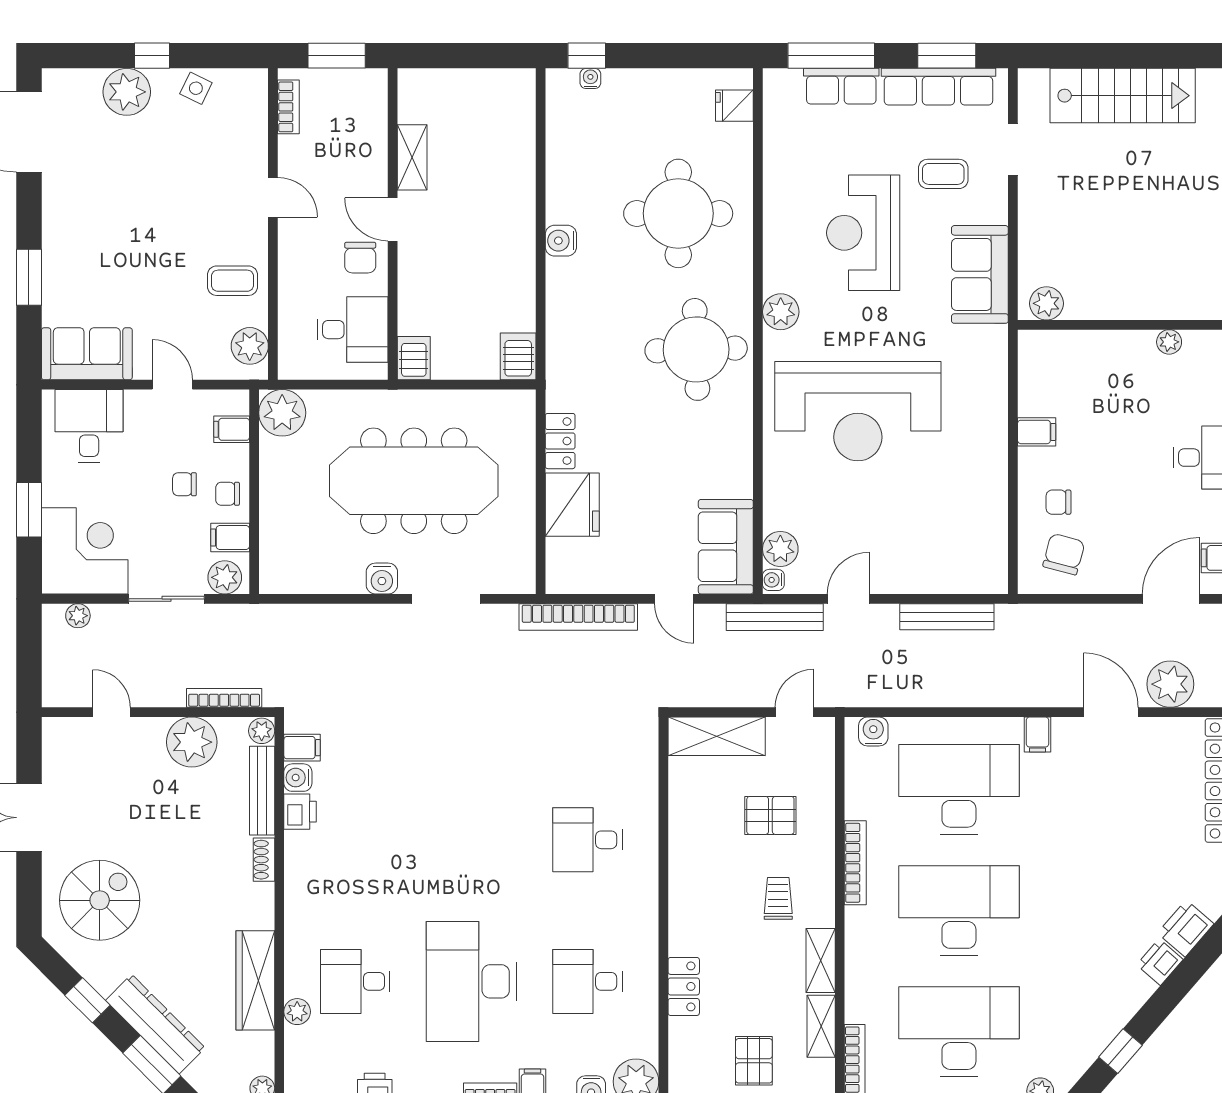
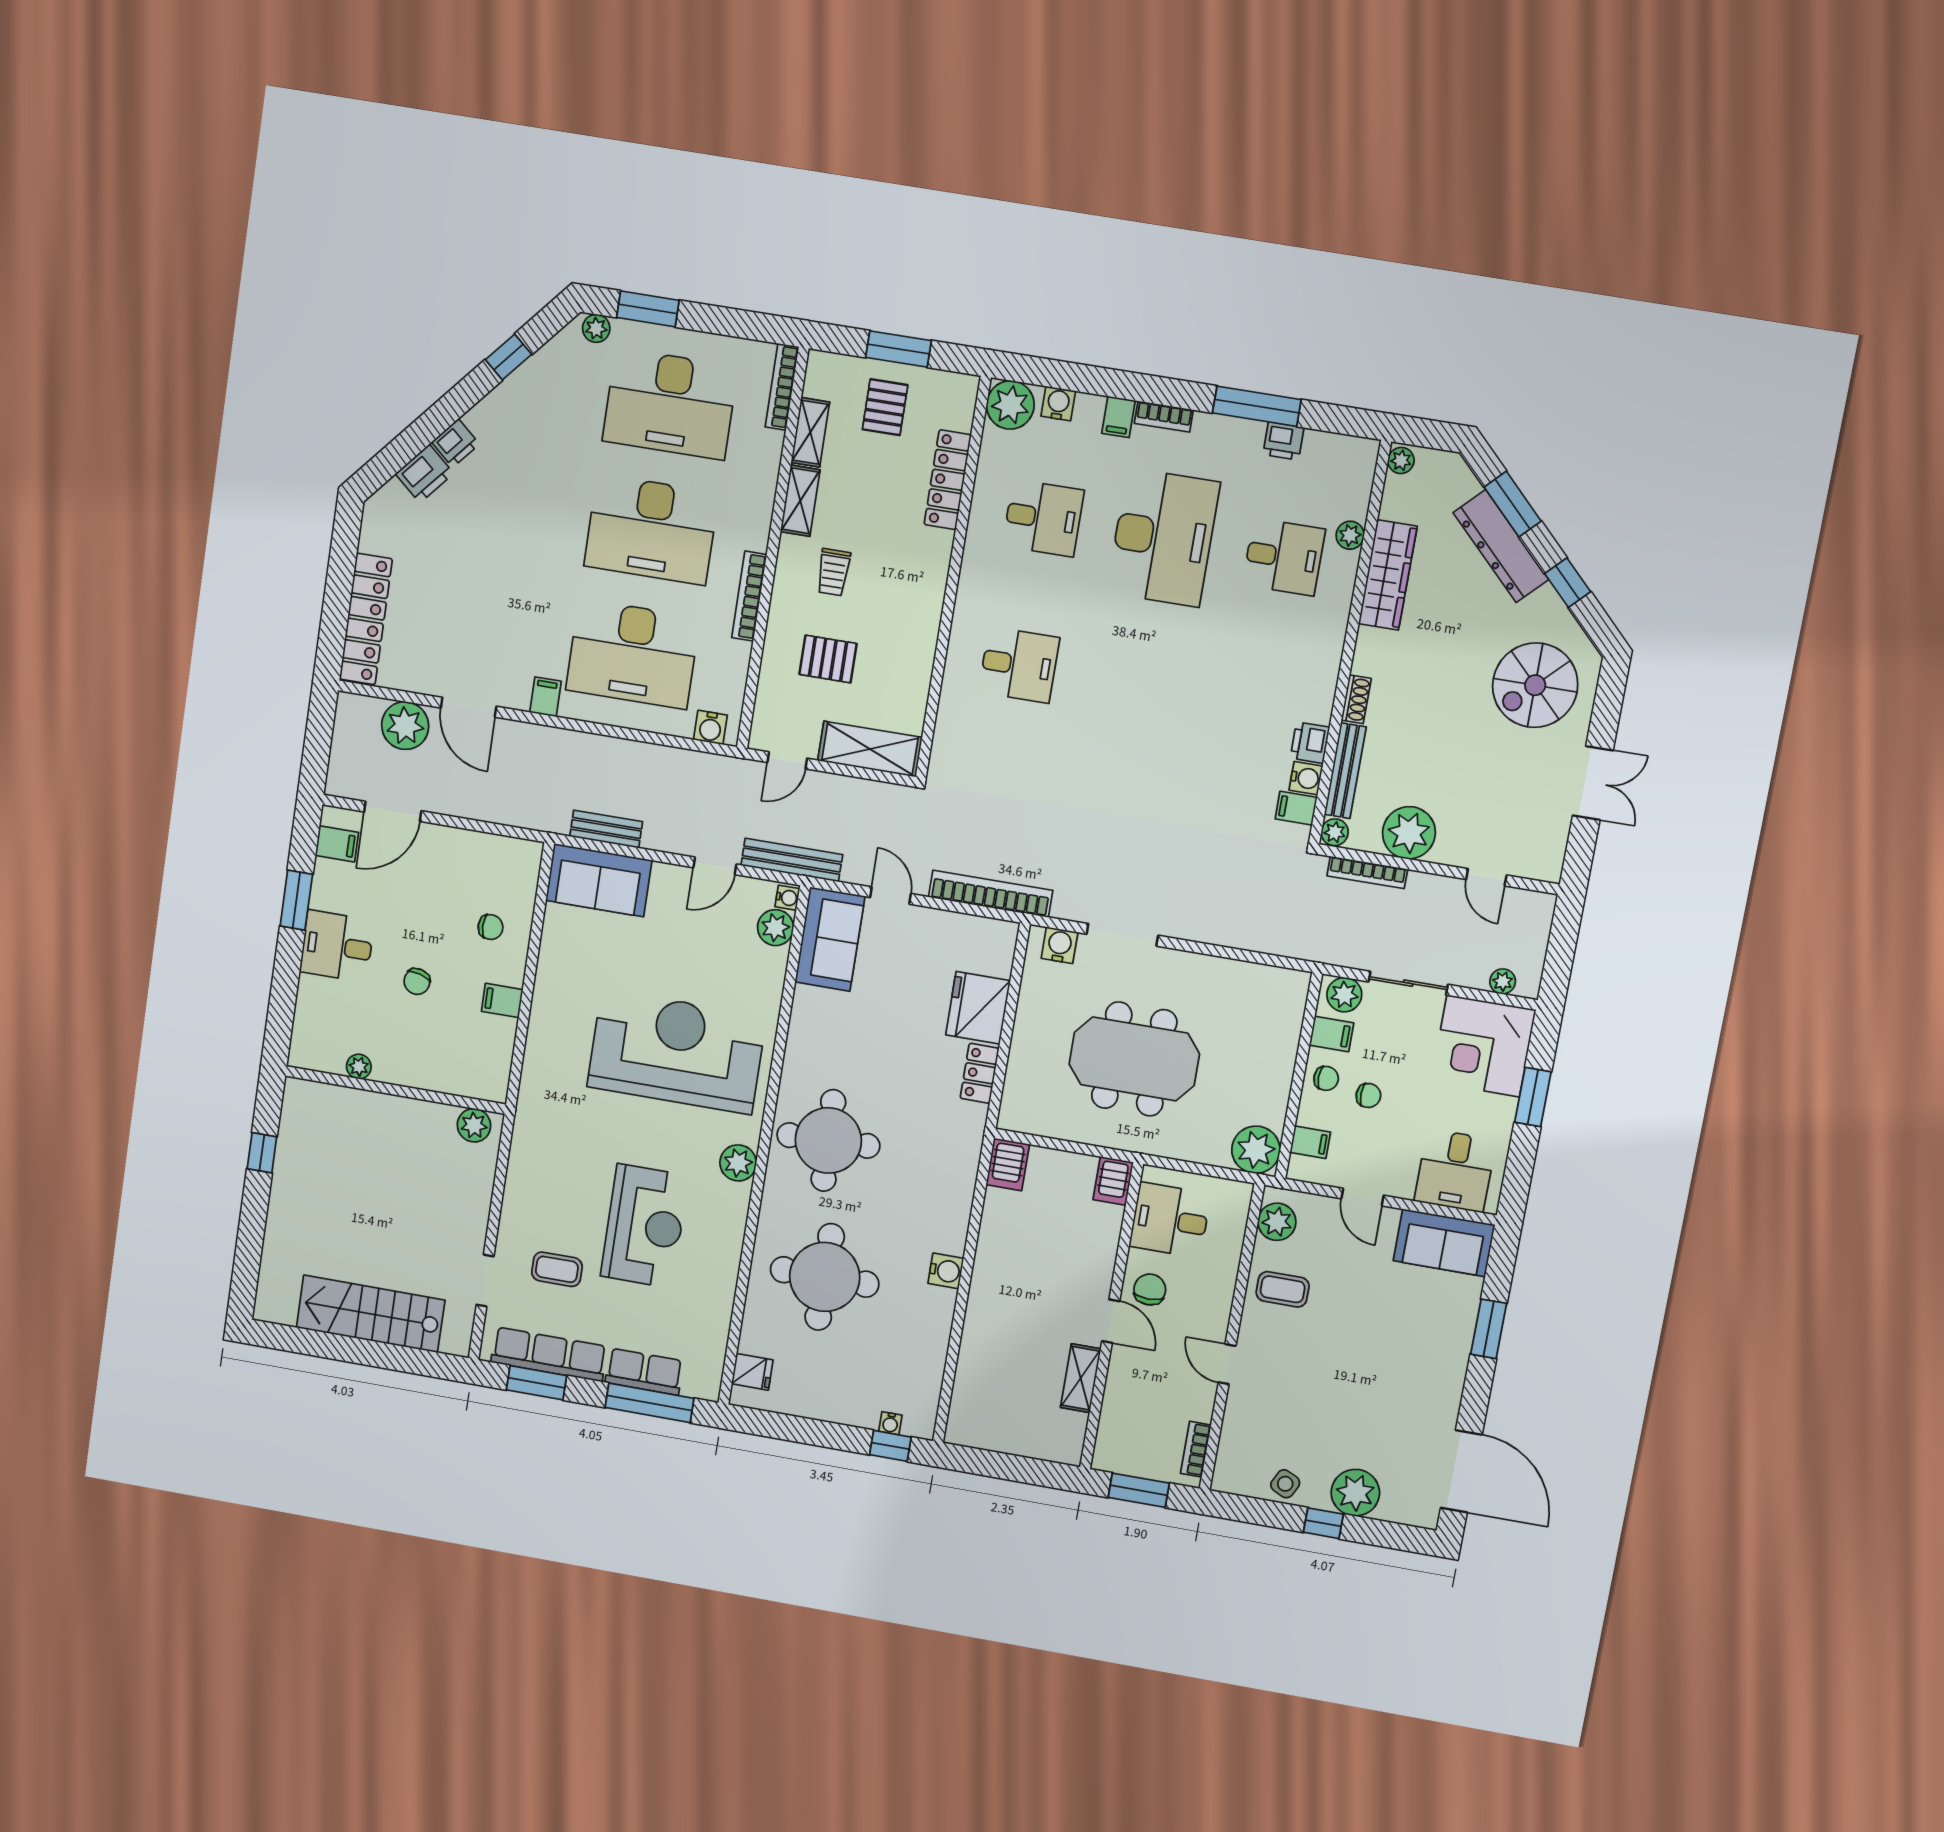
sofa: (980, 274) -> (599, 880), moved, turned 90
meeting table: (414, 481) -> (1134, 1059), width x0.73
chair: (1064, 554) -> (417, 982), moved, width x0.73, depth x0.73
water cooler: (382, 579) -> (1060, 945), moved
bench: (947, 617) -> (606, 829), width x0.73
locker: (684, 986) -> (948, 480), width x1.53

